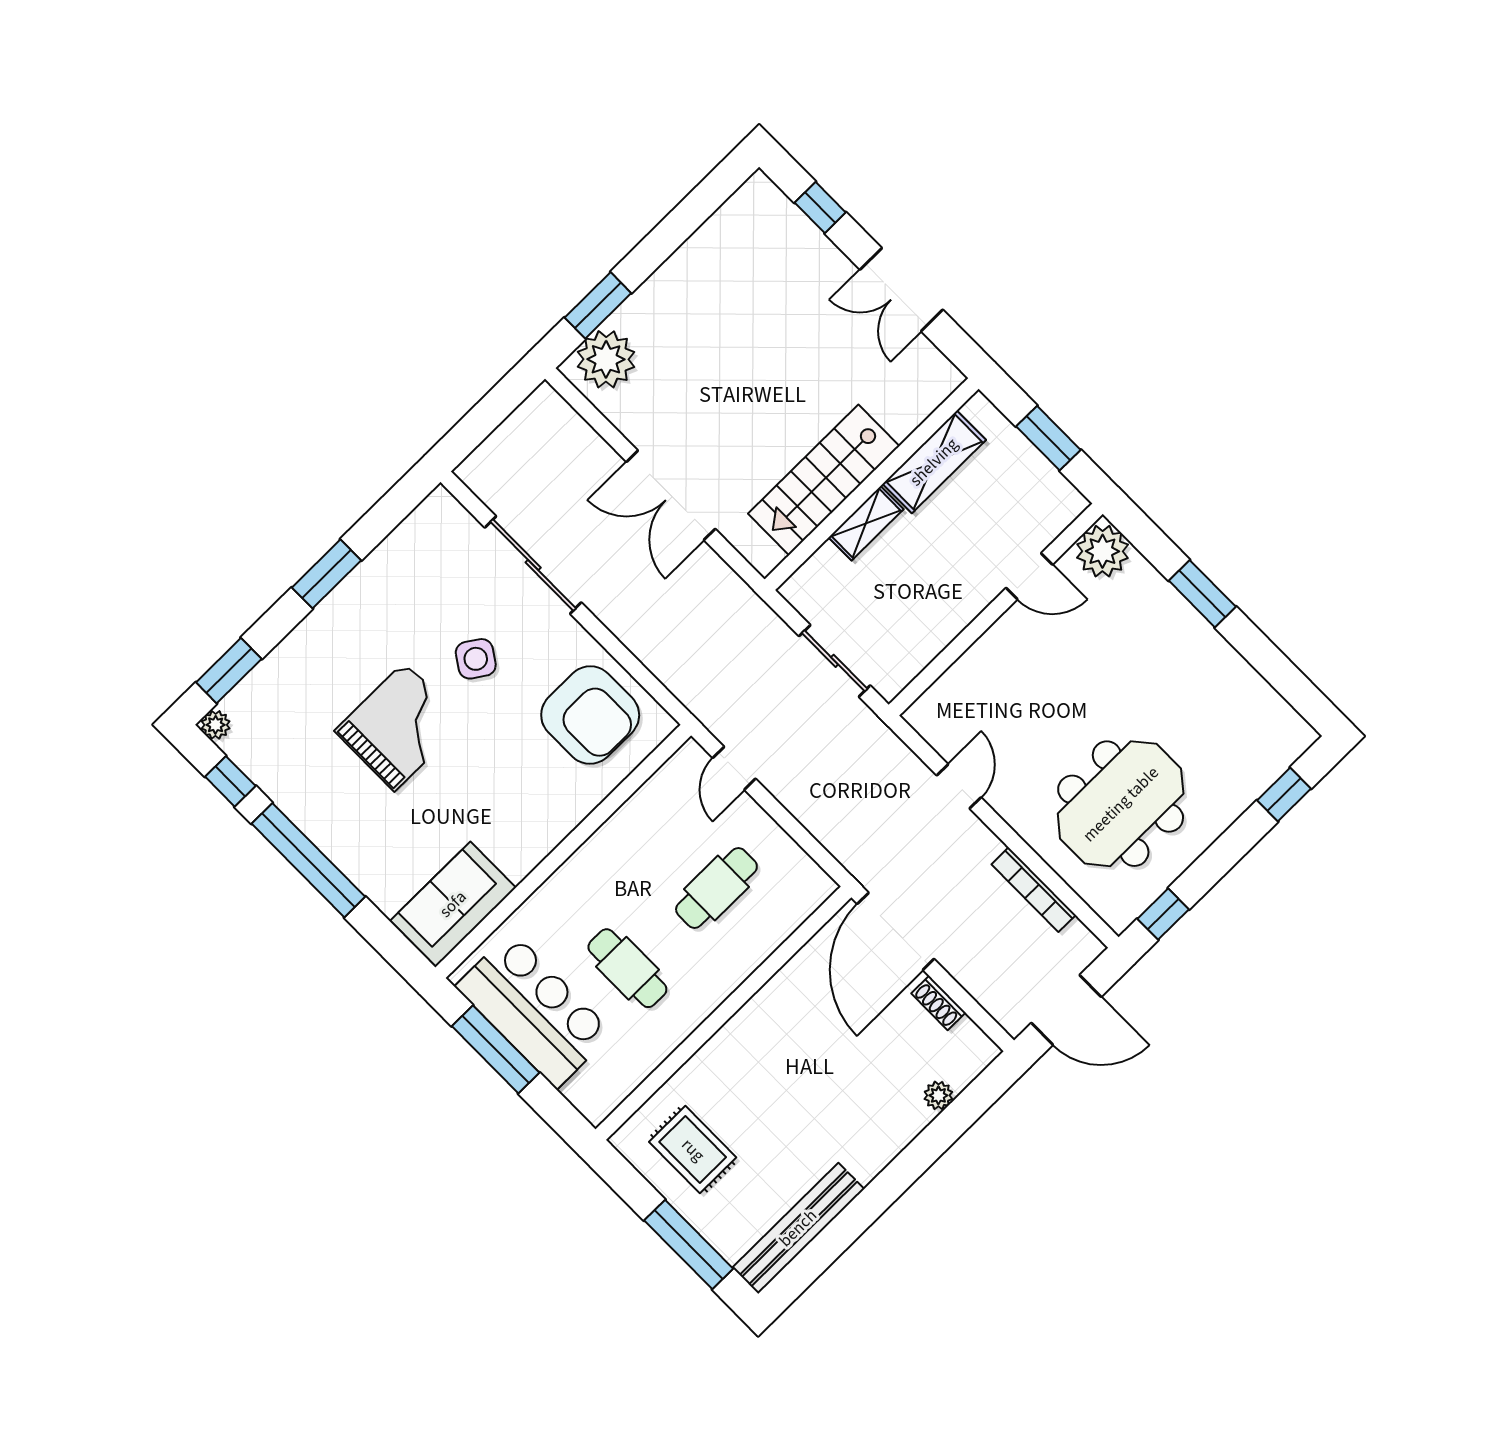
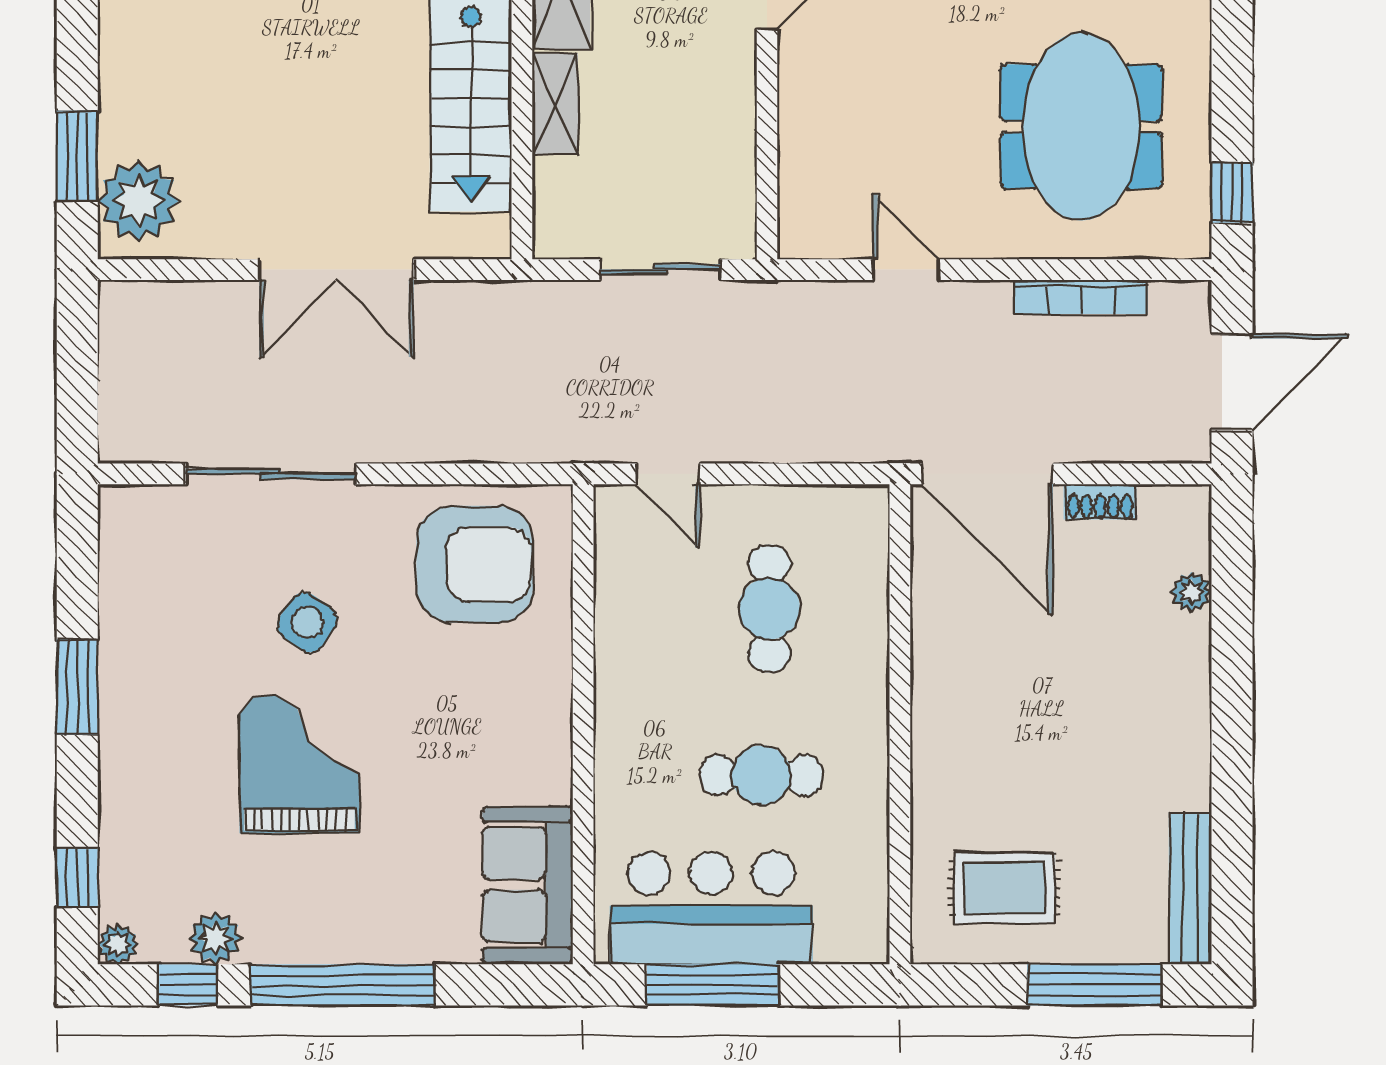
window: (229, 671) -> (77, 878), width x0.67
plant: (268, 772) -> (215, 938), added
bench: (798, 1228) -> (1190, 888), width x0.73, depth x0.82

